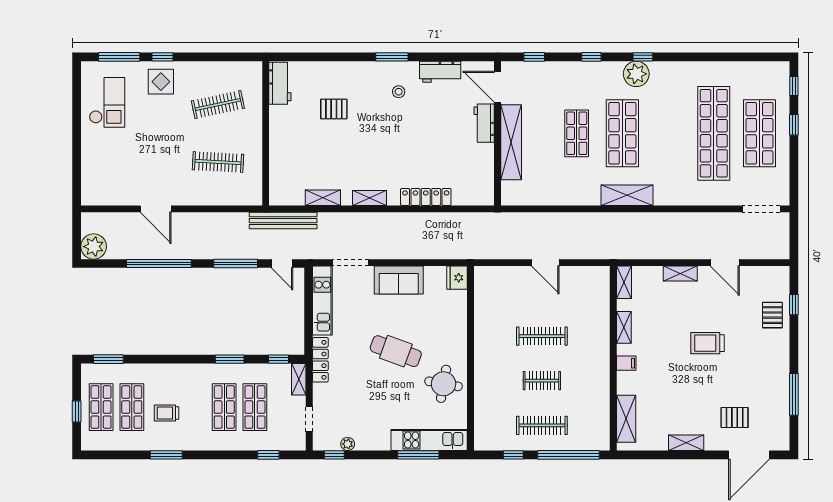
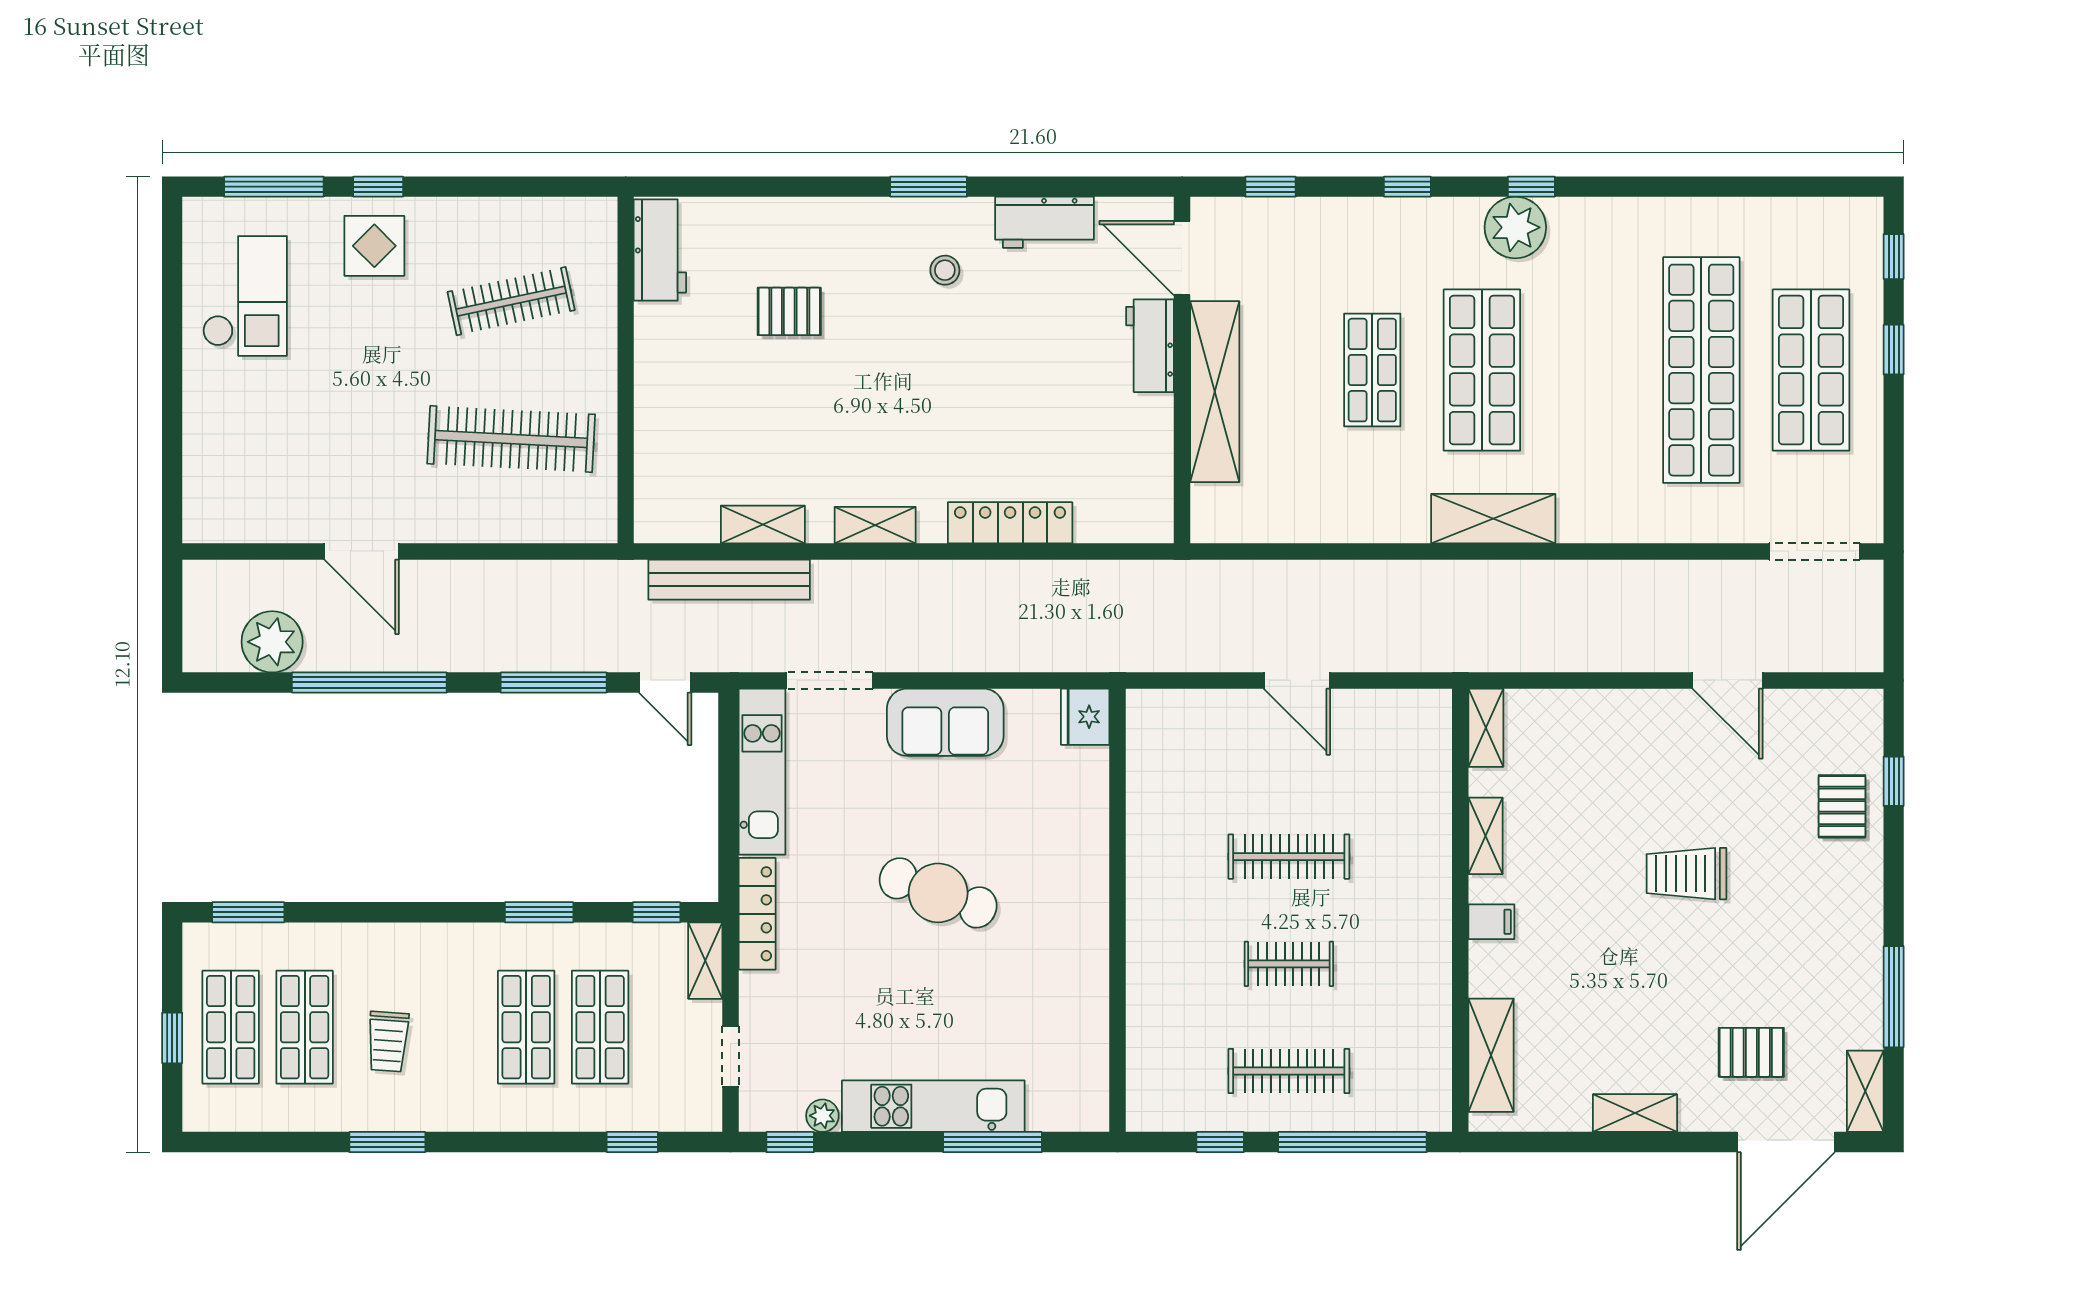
clothes rail: (218, 162) -> (511, 439), width x1.37, depth x1.31
bench: (283, 221) -> (729, 580), moved
plant: (94, 247) -> (272, 642), moved
shelving: (680, 274) -> (1865, 1091), moved, turned 90
round table: (444, 384) -> (1053, 971), removed
trolley: (167, 413) -> (388, 1042), turned -86
kitchen unit: (429, 440) -> (933, 1106), moved

